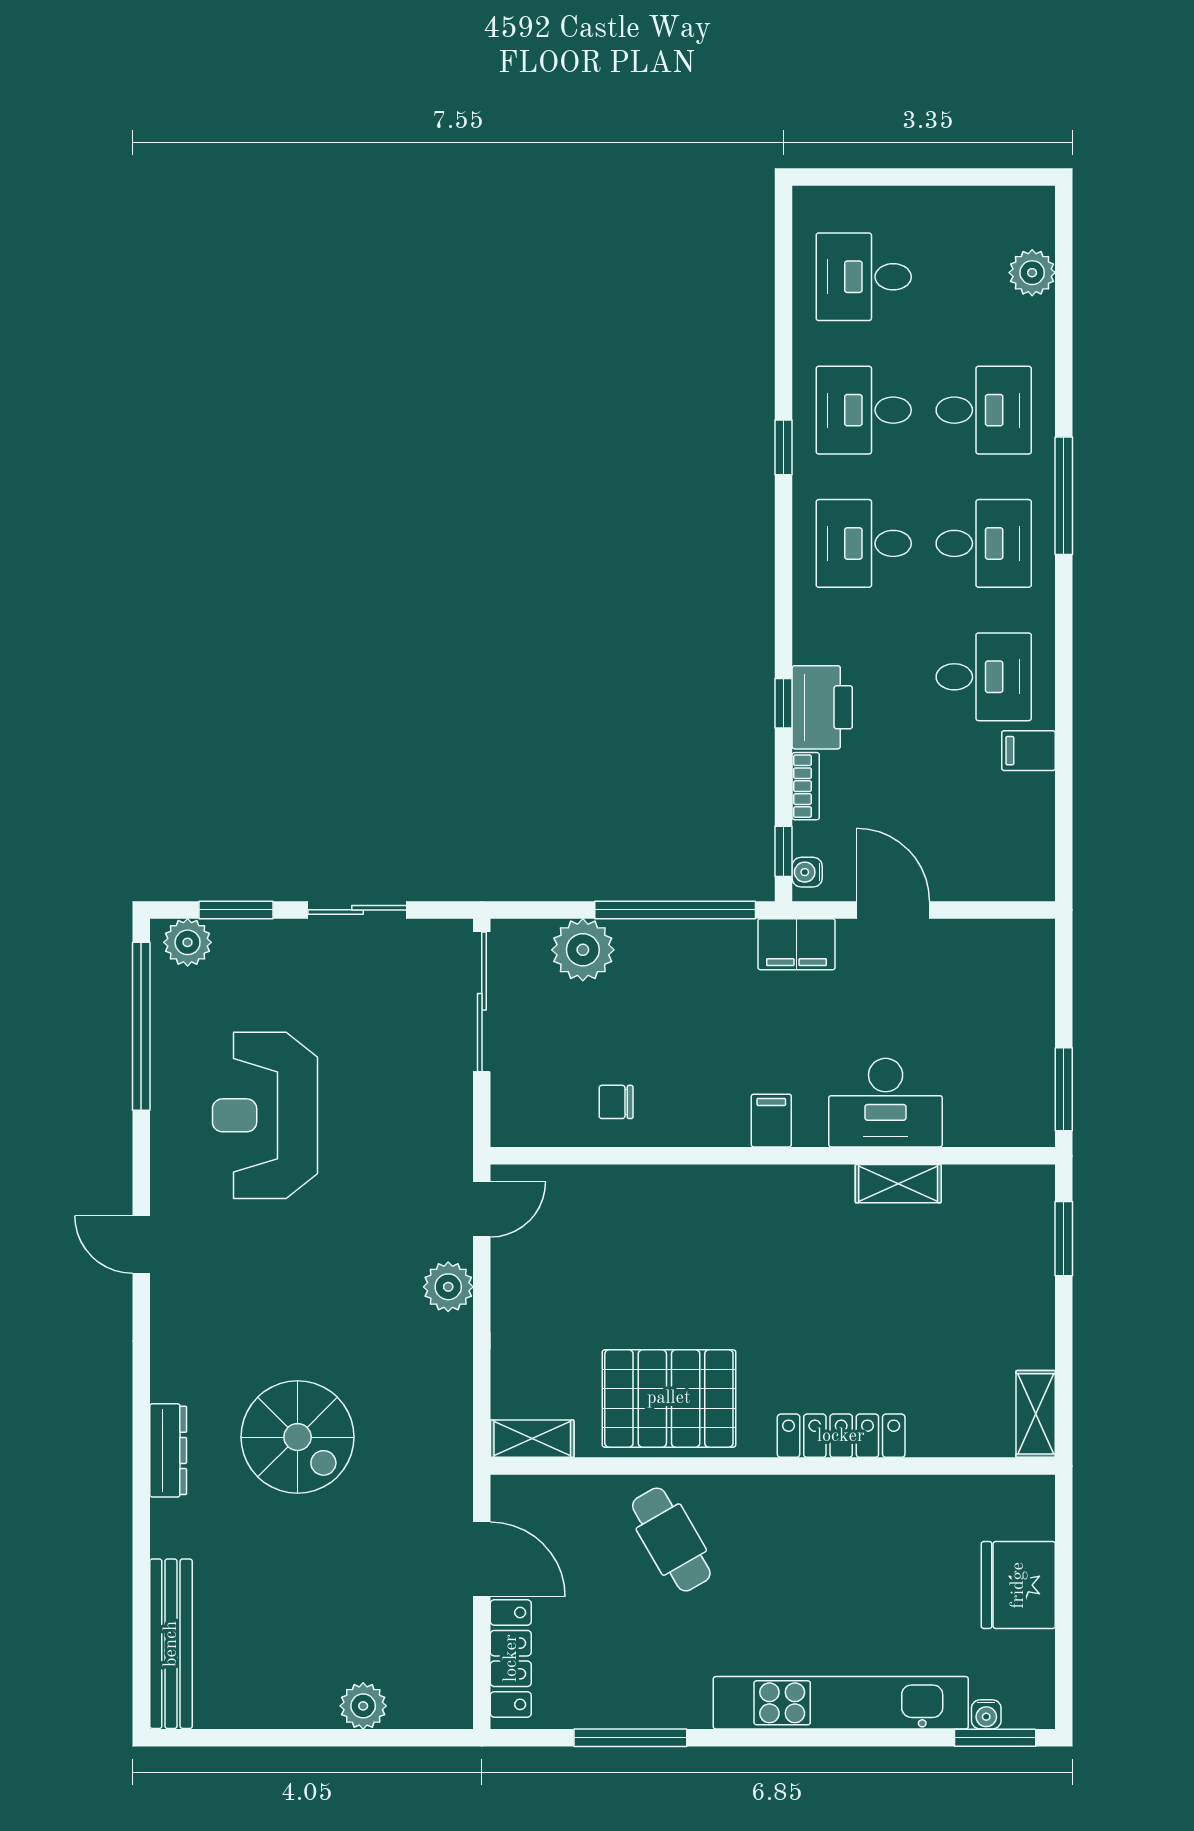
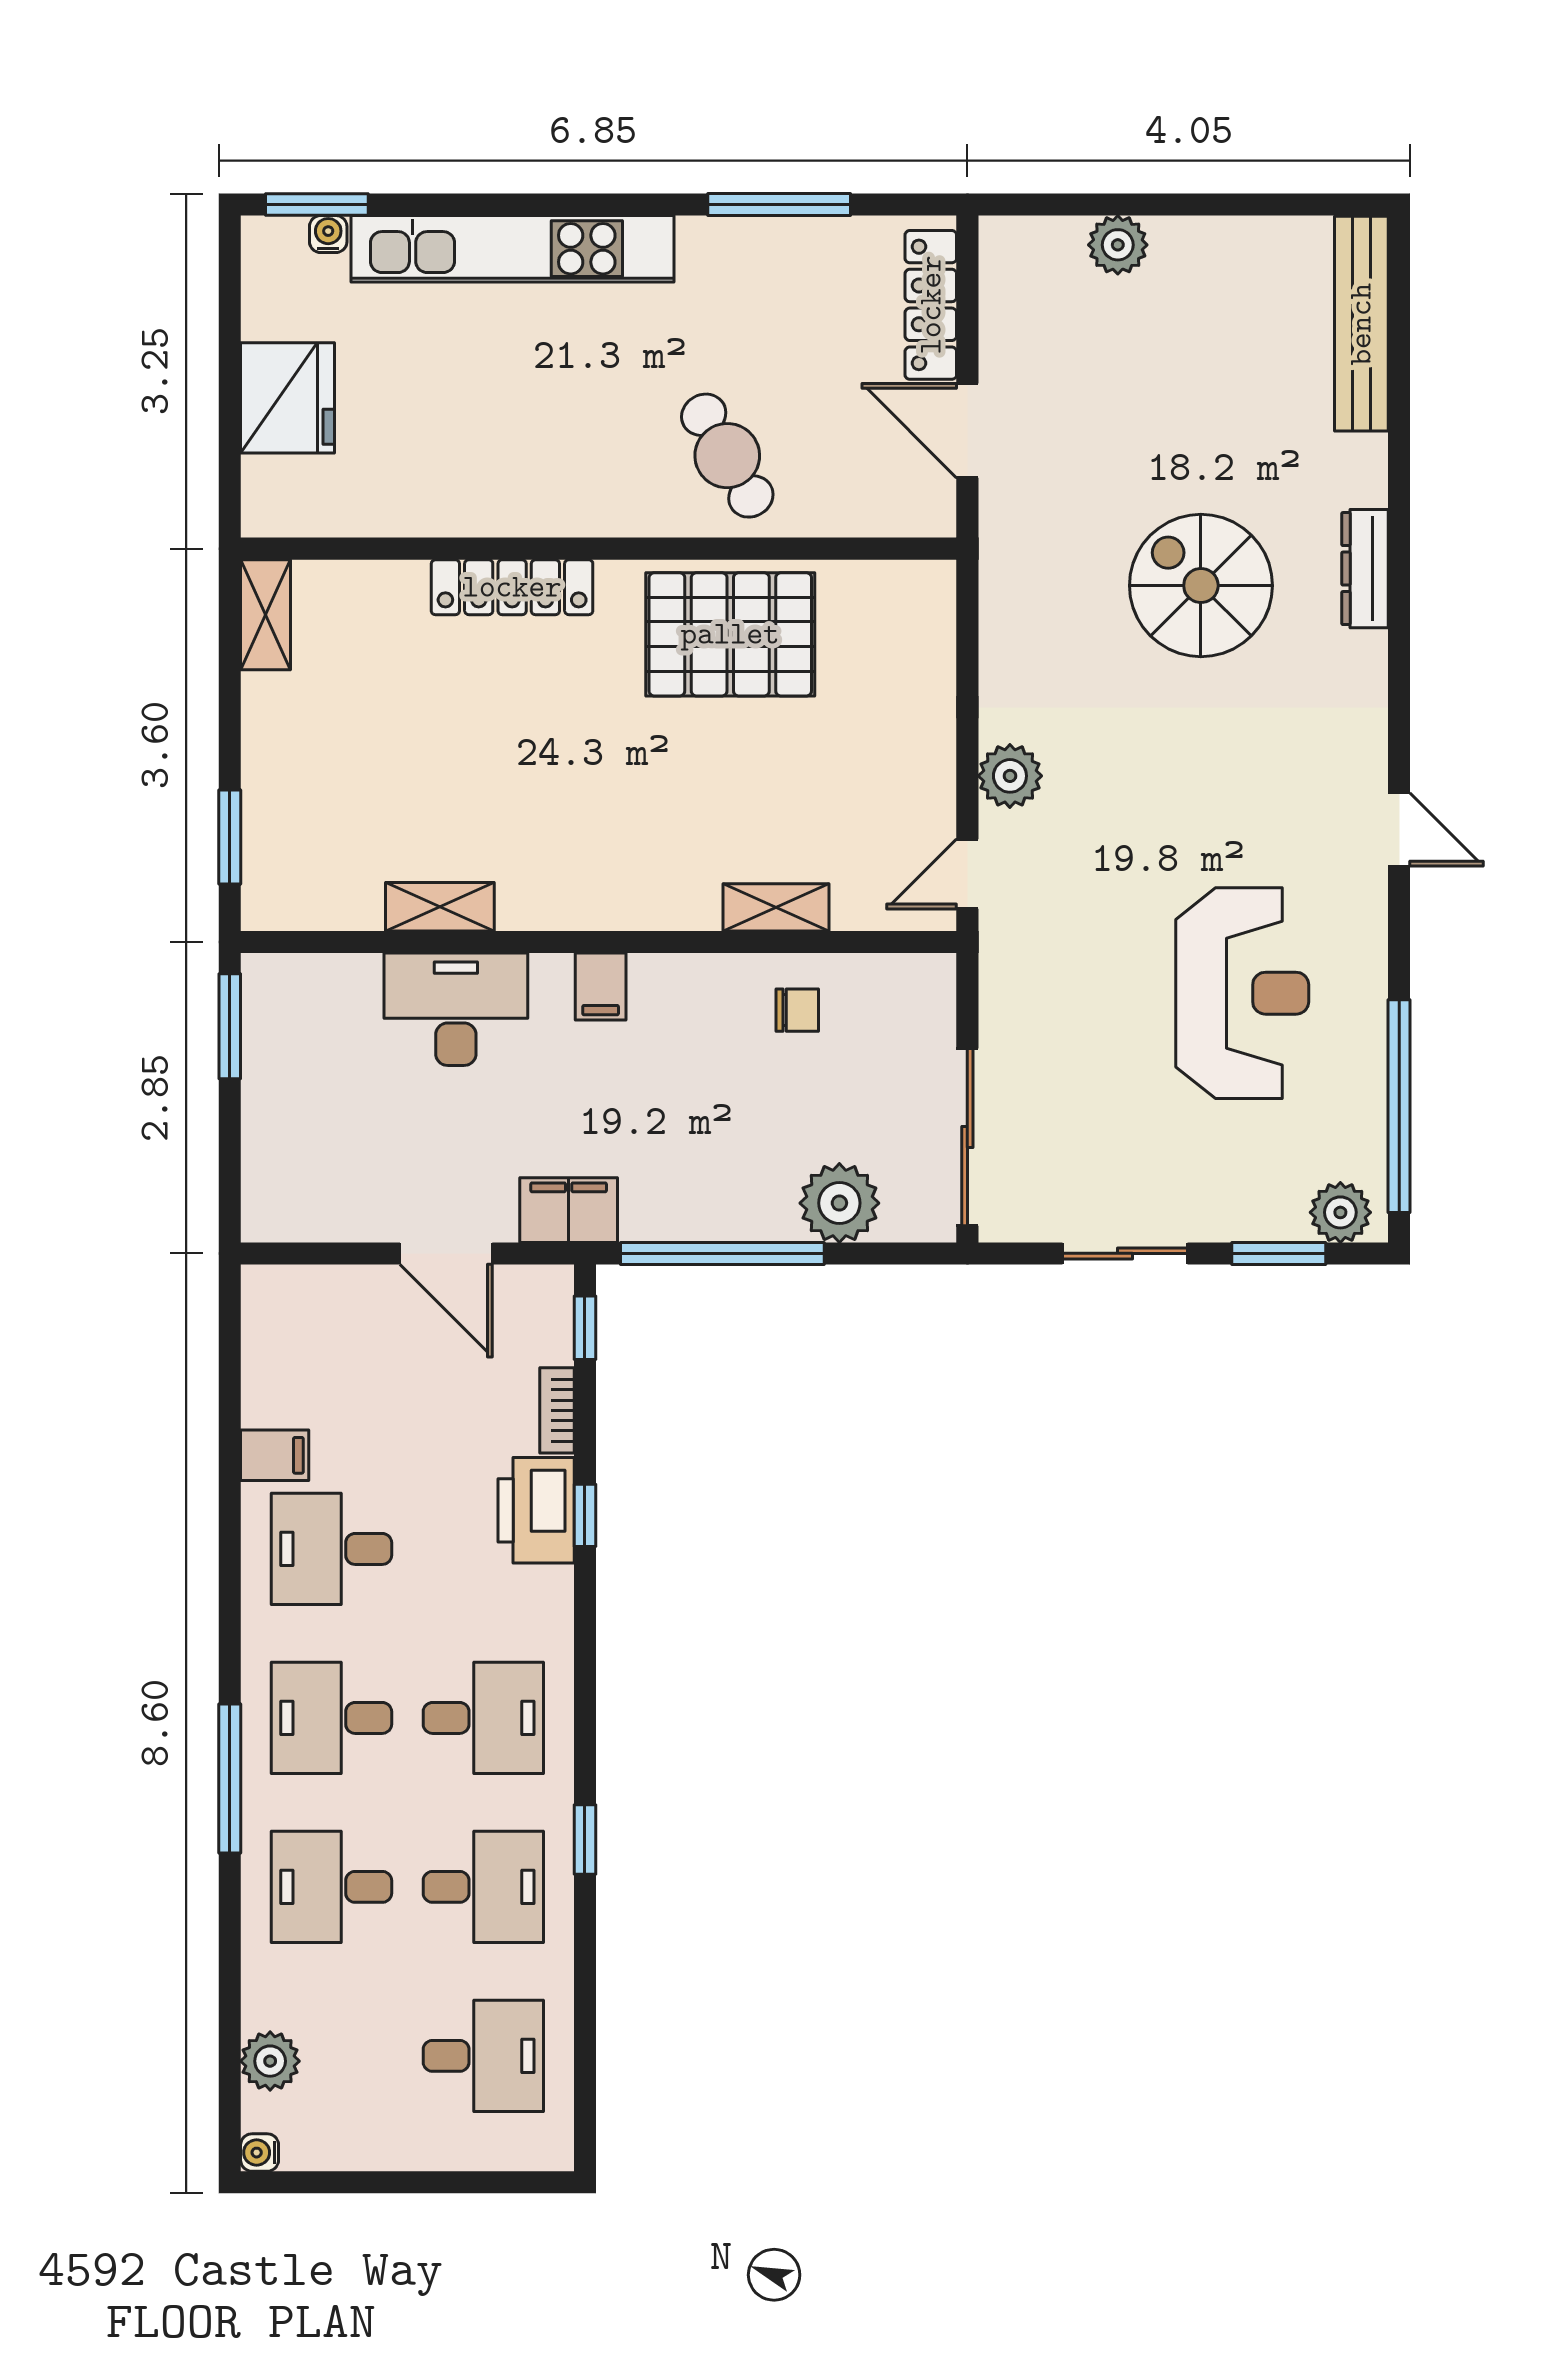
water cooler: (807, 872) -> (260, 2153), moved, turned 180
shelving: (532, 1439) -> (776, 907), moved

